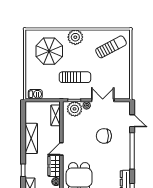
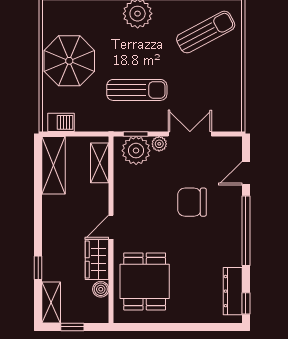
parasol: (49, 51) -> (69, 61), moved
door: (132, 121) -> (246, 173), swing flipped
shelving: (31, 138) -> (53, 165), moved

